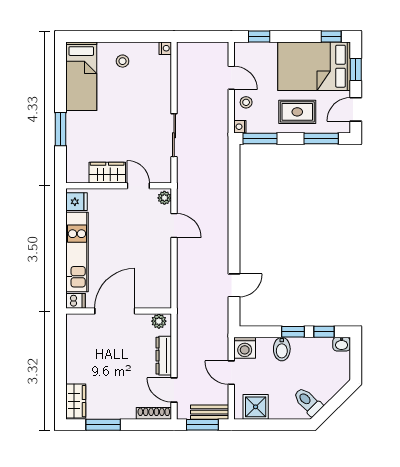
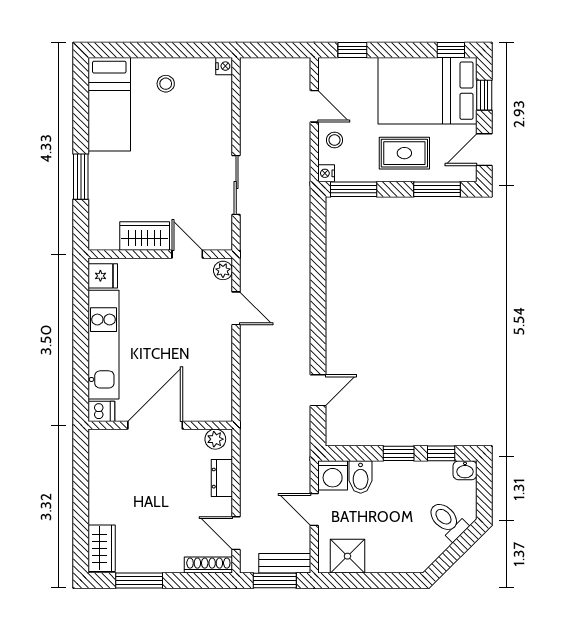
bidet: (282, 349) -> (361, 477), moved
dresser: (164, 356) -> (222, 478), width x0.70
toilet: (308, 402) -> (447, 521), moved

